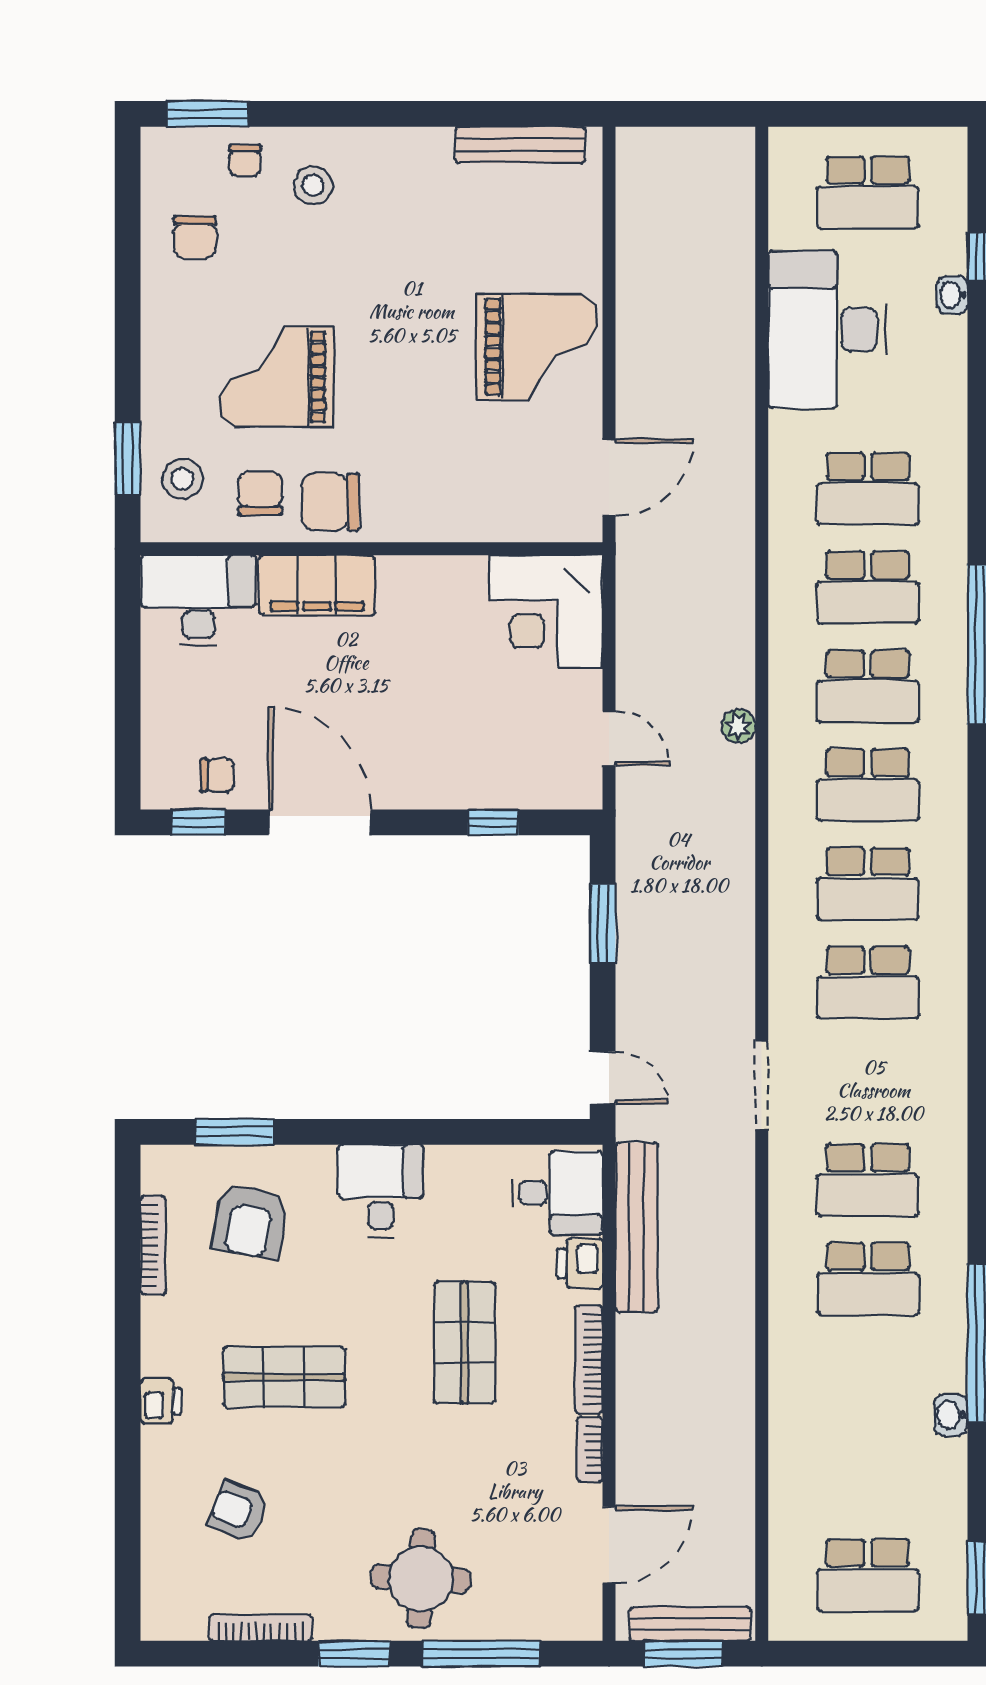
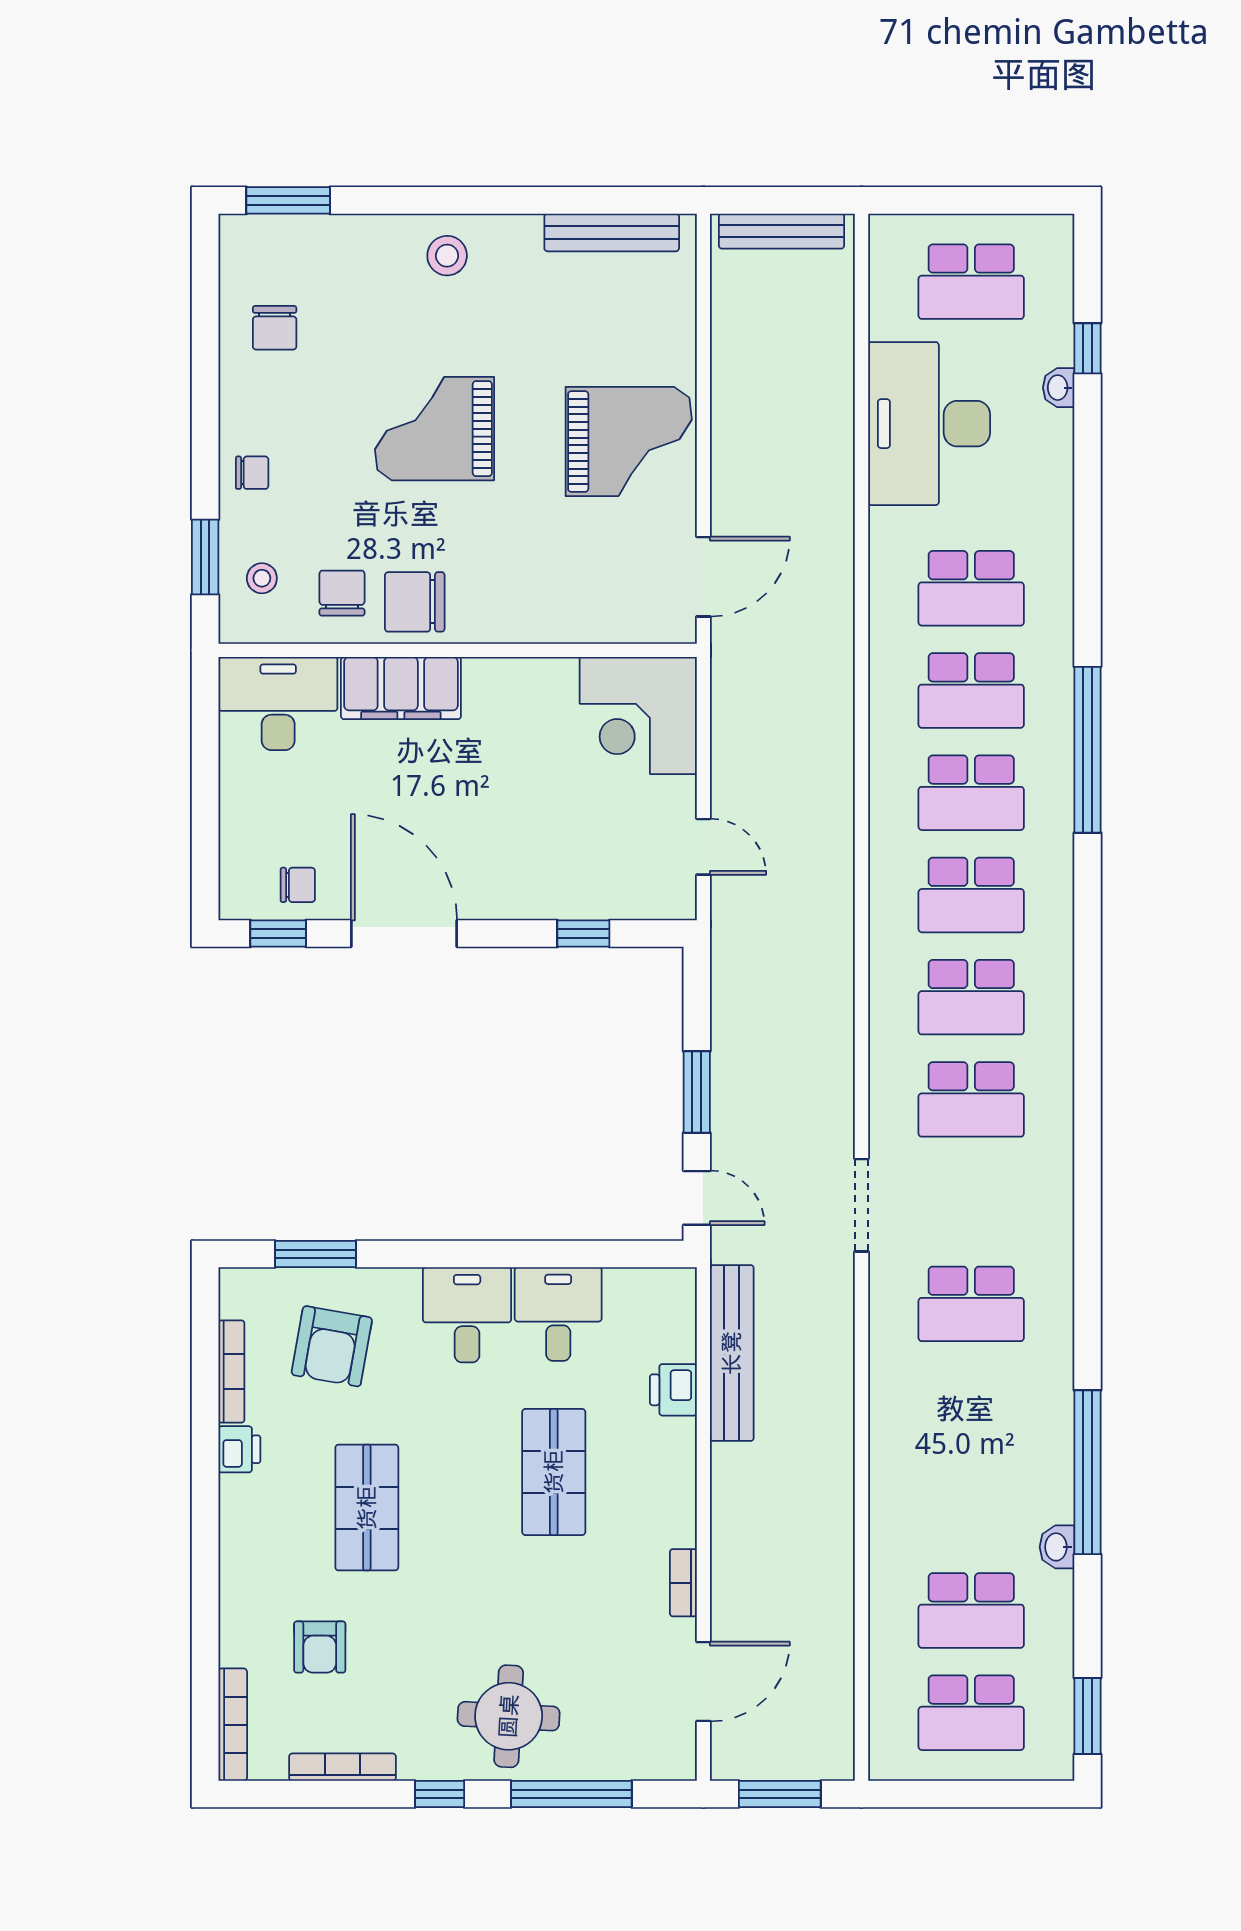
chair: (245, 160) -> (252, 473), moved, turned -90
stool: (313, 185) -> (447, 256), moved
grand piano: (276, 377) -> (435, 429), moved
stool: (182, 479) -> (262, 578), width x0.73, depth x0.73
plant: (739, 726) -> (837, 834), removed
window: (603, 924) -> (697, 1092), moved
desk: (557, 1193) -> (558, 1314), moved, turned -90
school desk: (868, 1279) -> (971, 1610), moved
bookcase: (589, 1359) -> (233, 1725), moved, turned 180
shop shelf: (284, 1377) -> (367, 1508), turned 90
printer: (161, 1401) -> (239, 1449), moved
armchair: (238, 1512) -> (320, 1647), turned -112
bench: (690, 1624) -> (781, 231), moved
window: (354, 1654) -> (440, 1794), width x0.67

